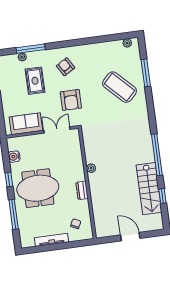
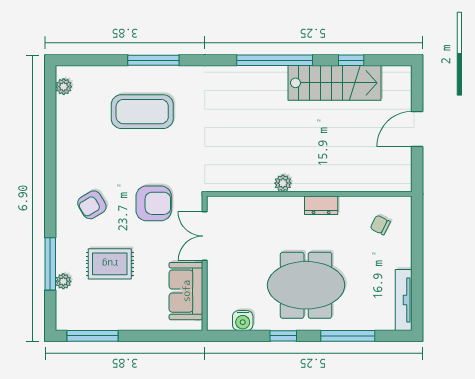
window: (146, 73) -> (153, 60), moved
coffee table: (120, 87) -> (142, 112), turned 45
meeting table: (38, 188) -> (306, 285), turned 90
tv unit: (52, 240) -> (404, 300), moved

